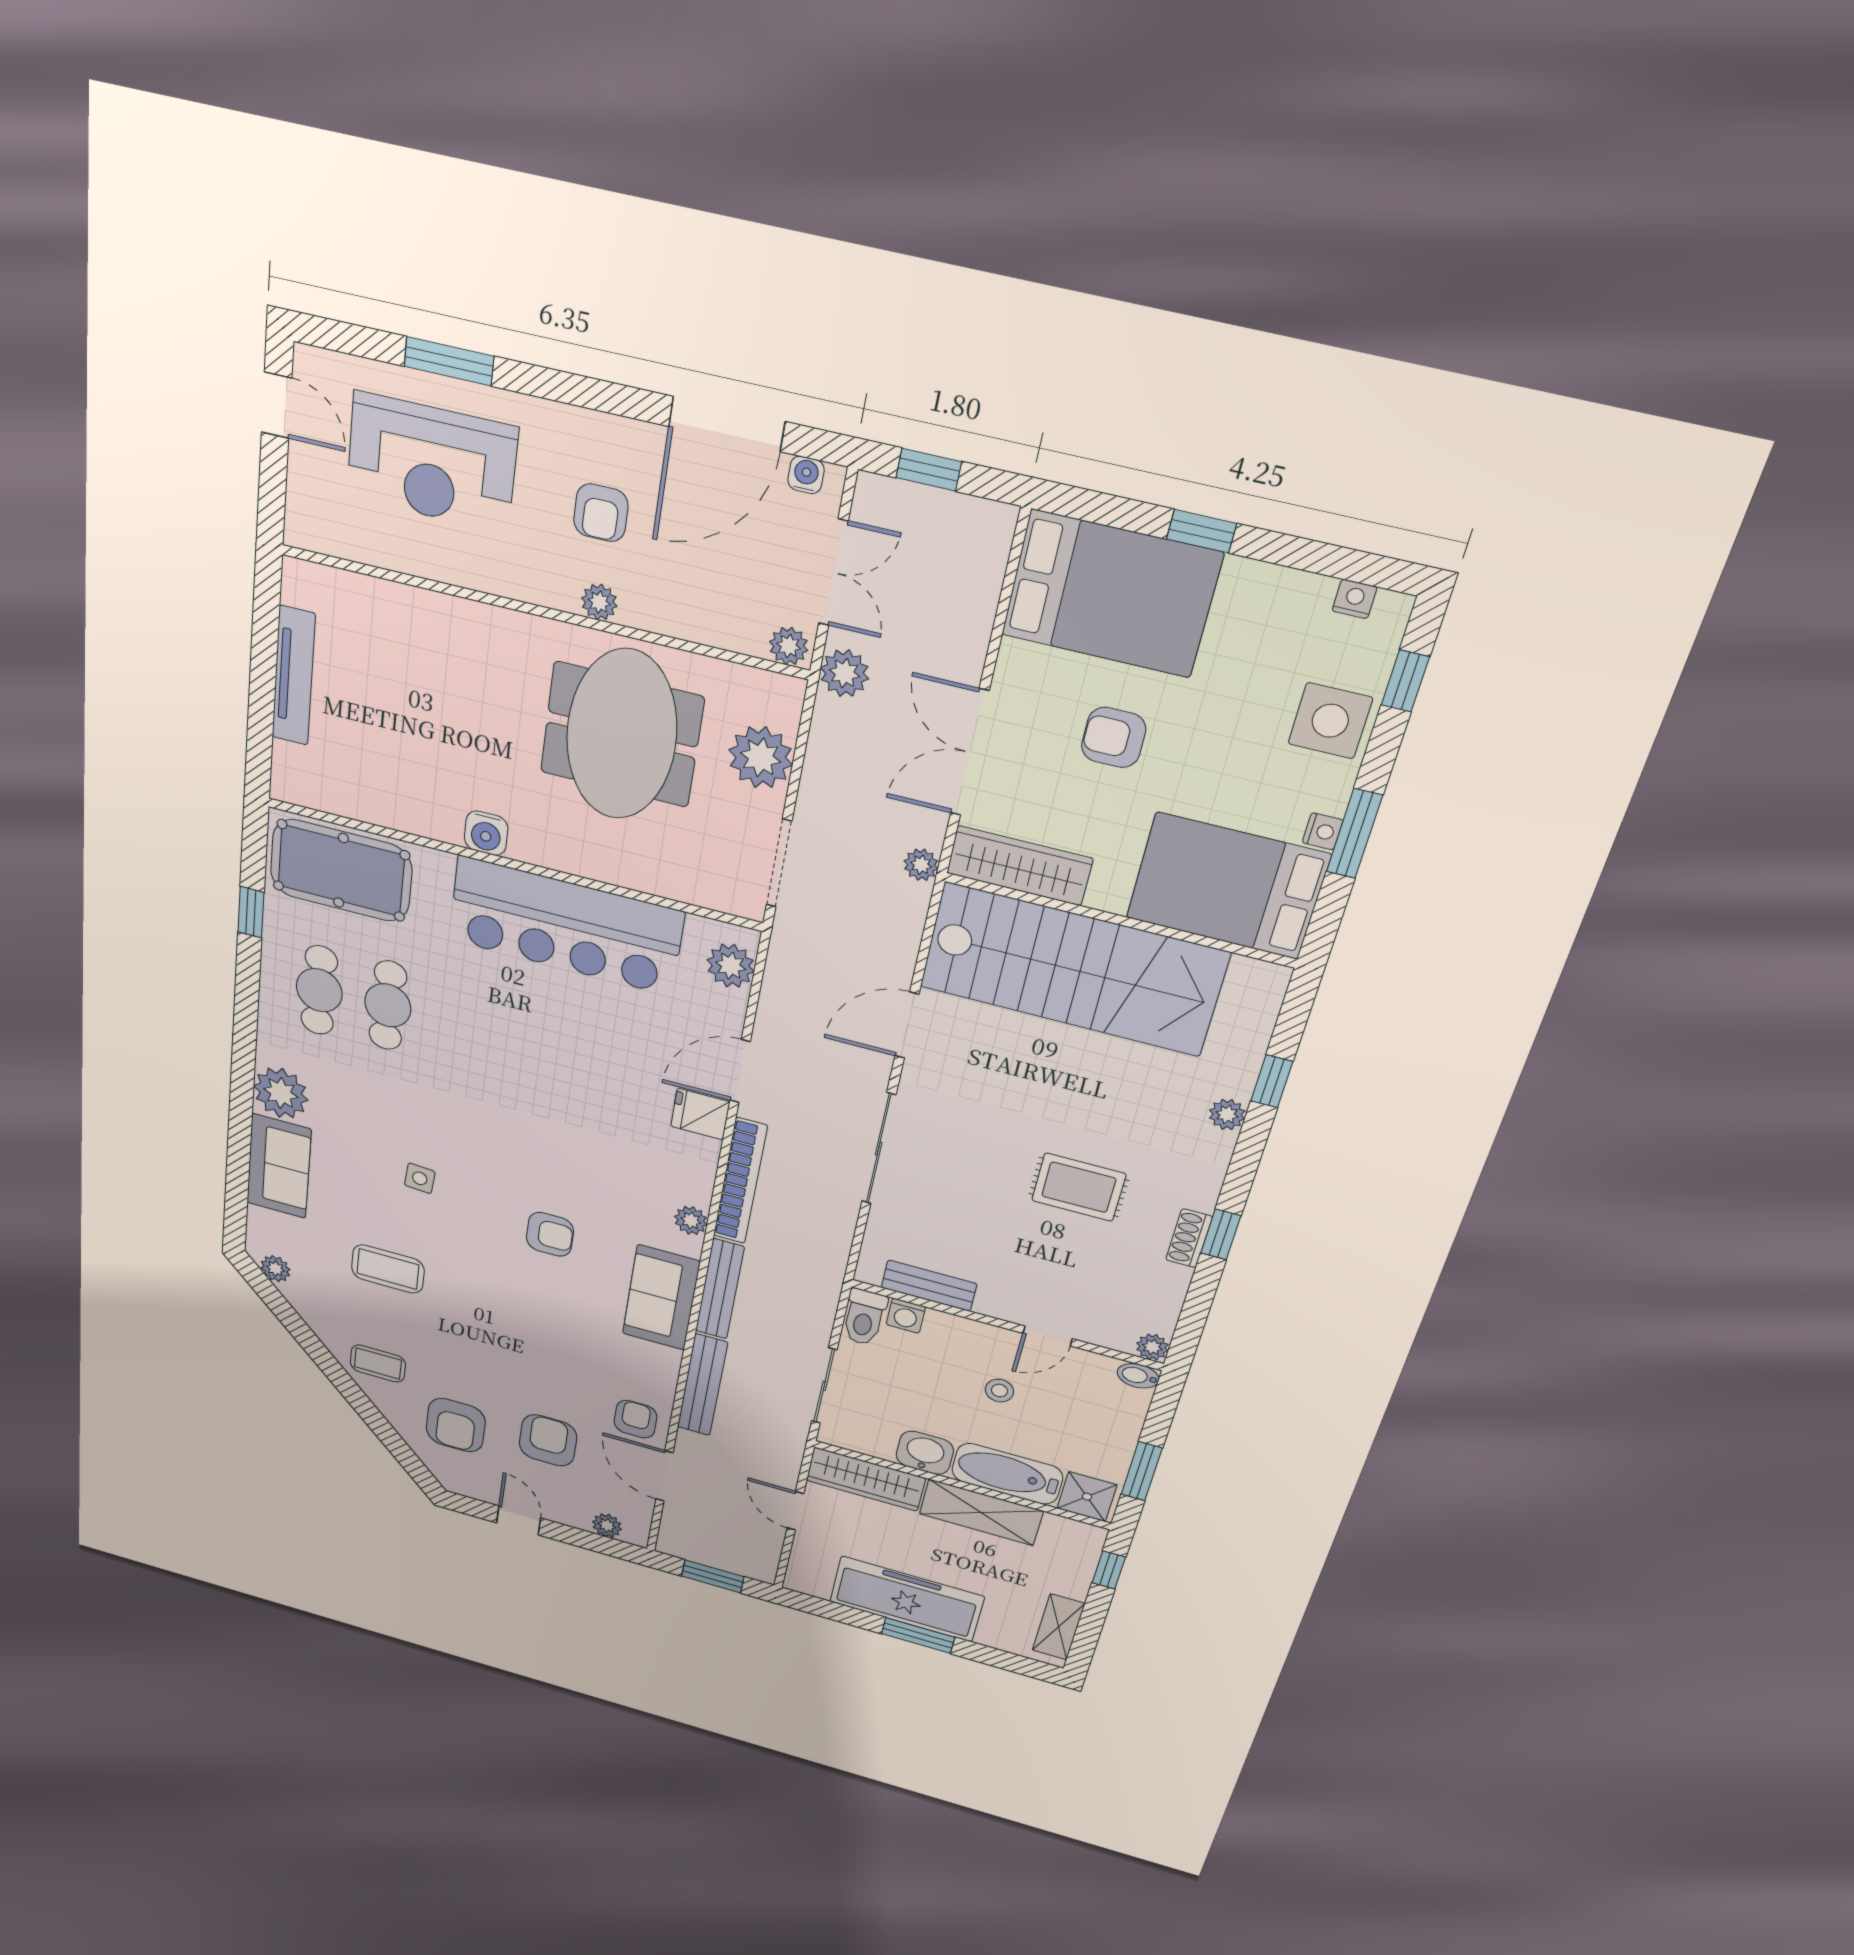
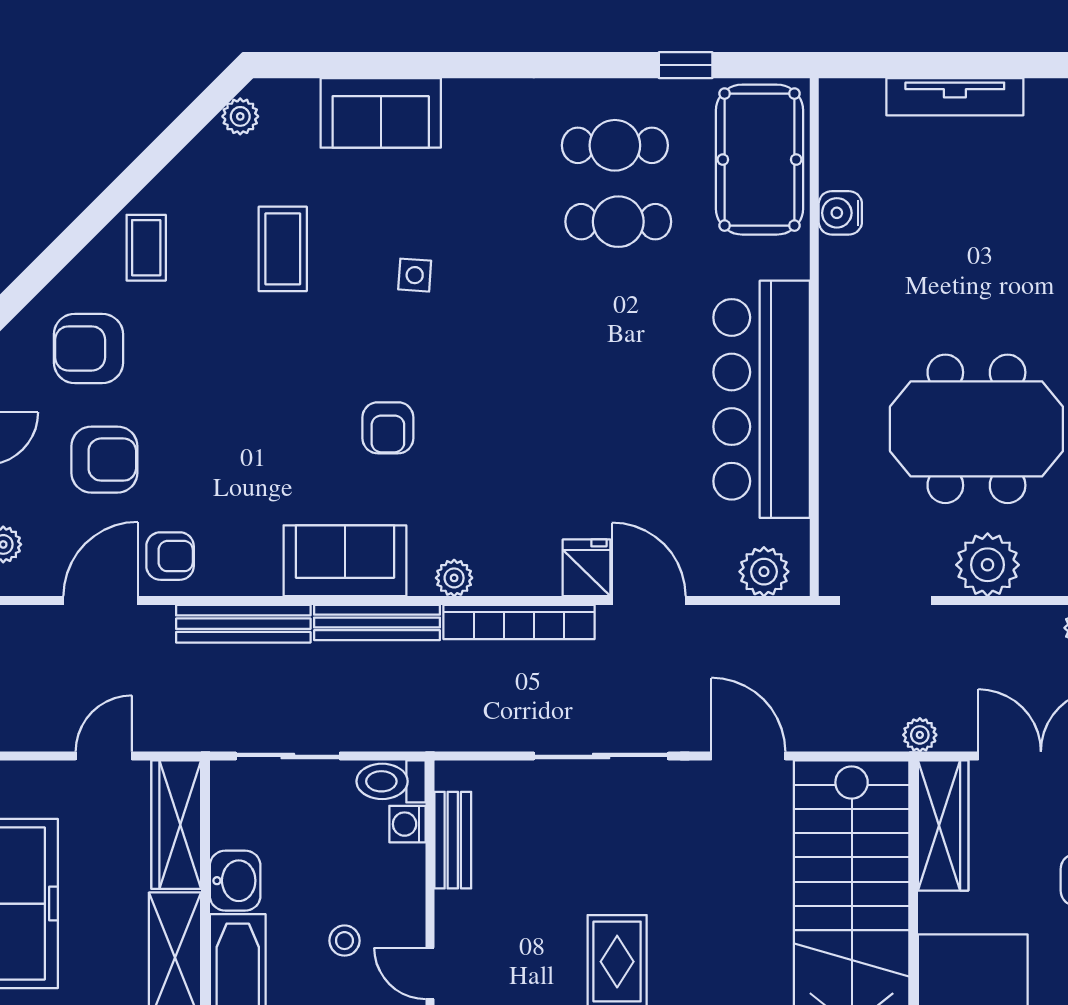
water cooler: (486, 833) -> (840, 213), moved
plant: (281, 1093) -> (476, 110), removed

